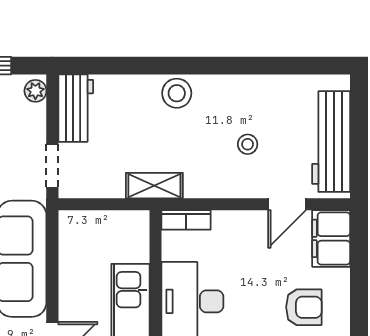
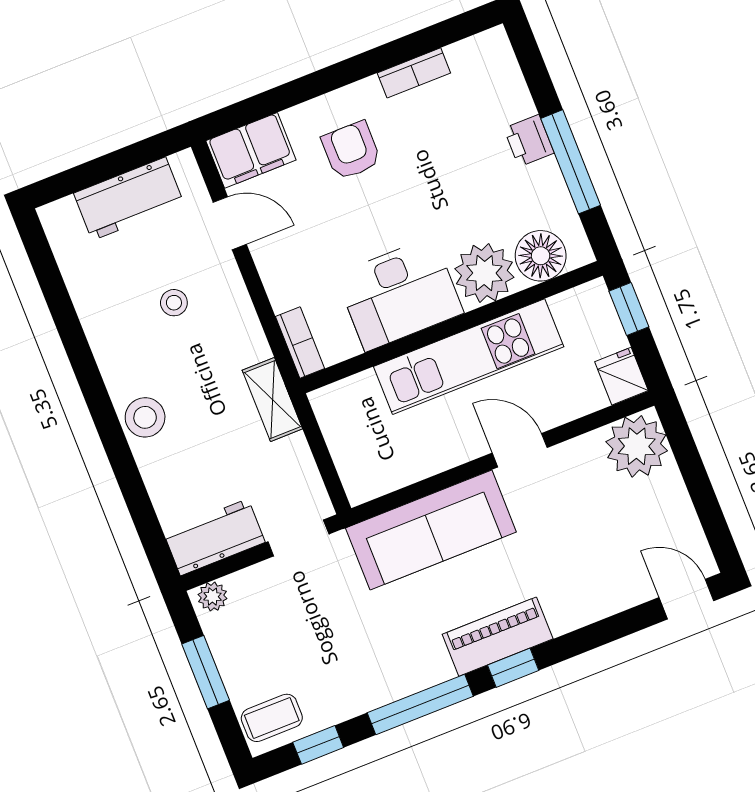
workbench: (331, 142) -> (129, 199), width x0.73

